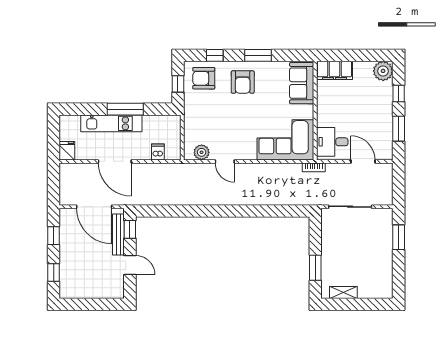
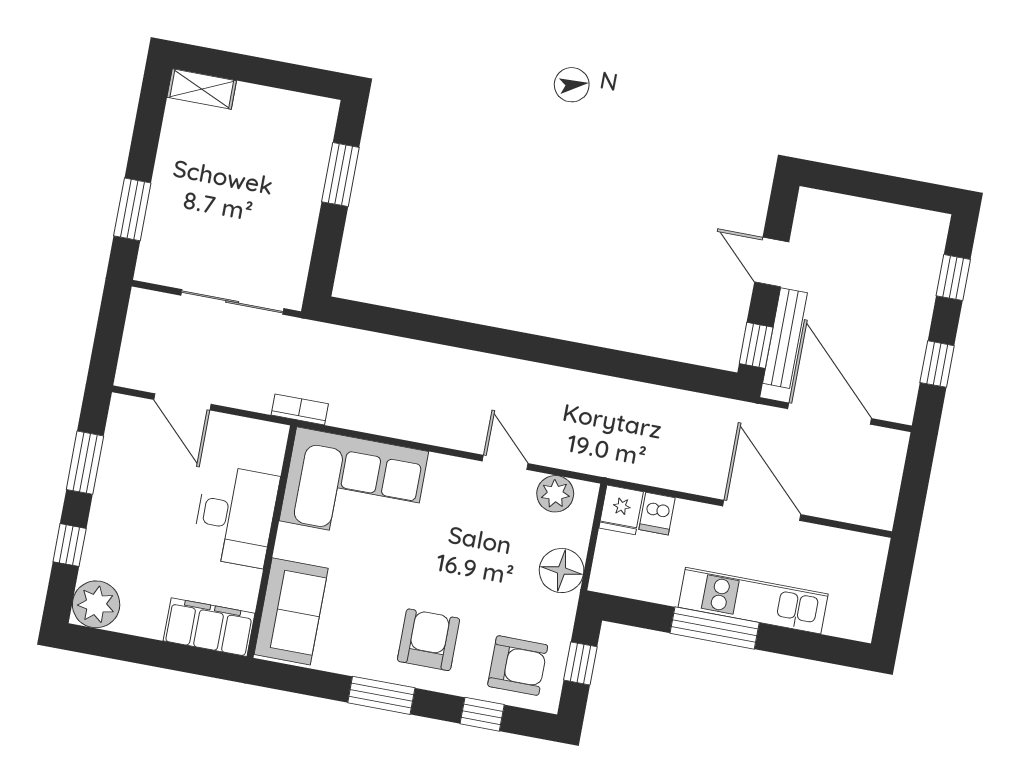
floor lamp: (193, 121) -> (562, 571), added
desk: (332, 142) -> (235, 516), moved, width x1.37
fridge: (67, 151) -> (621, 510), moved
shelving: (343, 292) -> (202, 89), moved

